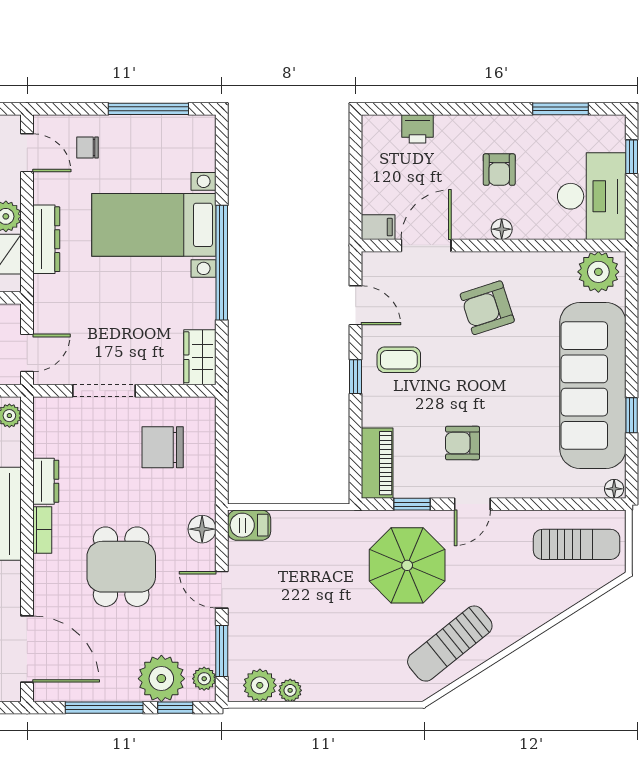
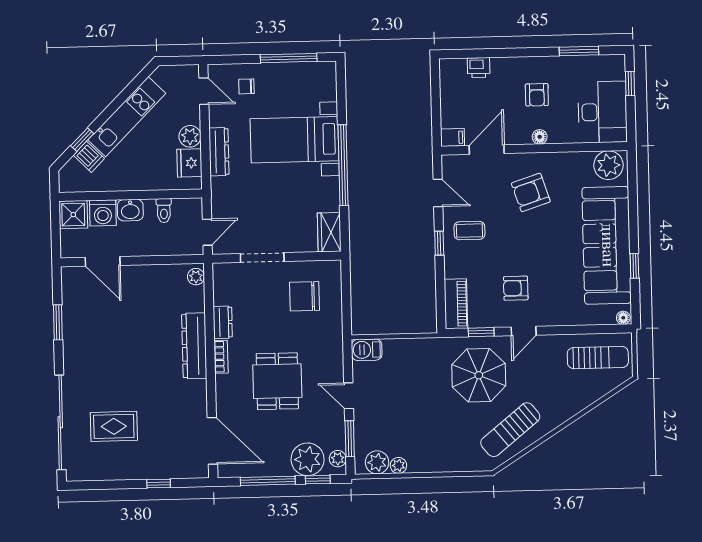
floor lamp: (202, 529) -> (334, 353), removed

